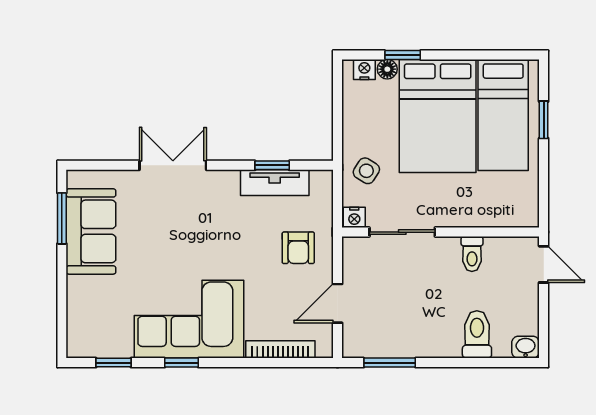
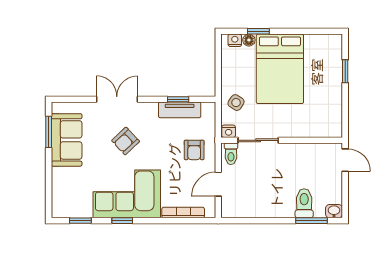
bed: (503, 115) -> (320, 68), removed
armchair: (187, 233) -> (126, 141), added
toilet: (472, 254) -> (231, 154), moved
window: (390, 363) -> (311, 221), moved

